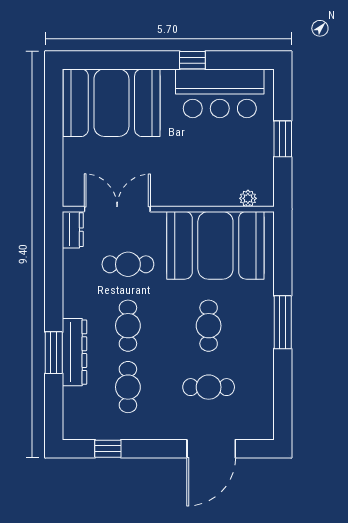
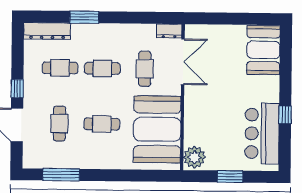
booth: (111, 103) -> (263, 50), width x0.73, depth x0.70
plant: (248, 198) -> (194, 157), width x1.88, depth x1.88
window: (283, 322) -> (61, 175), moved
dresser: (74, 352) -> (47, 31), moved
window: (108, 449) -> (17, 89), moved

